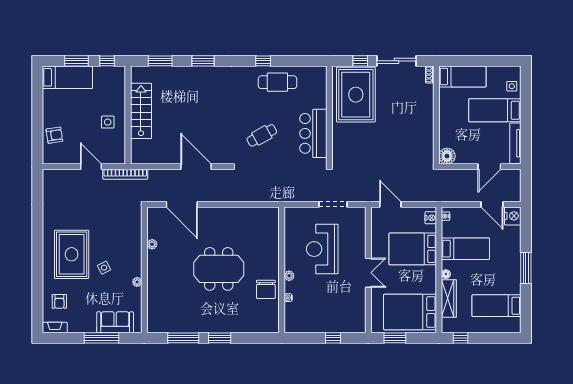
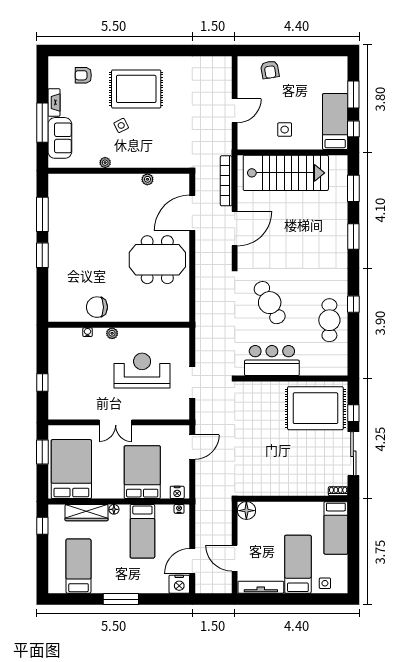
bed: (67, 77) -> (335, 122), moved, turned 180
stairs: (141, 111) -> (286, 173), width x1.36, depth x1.51
cafe table: (262, 135) -> (270, 303), width x1.37, depth x1.35
bookcase: (125, 174) -> (226, 181), moved
meeting table: (219, 269) -> (157, 260), moved, turned 90
fireplace: (55, 327) -> (54, 102), moved

